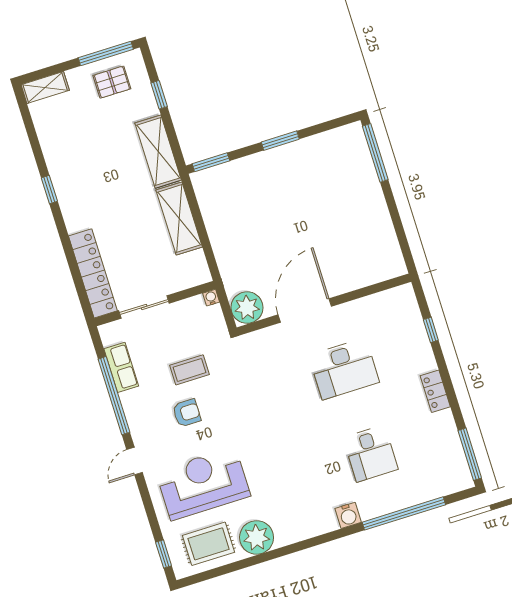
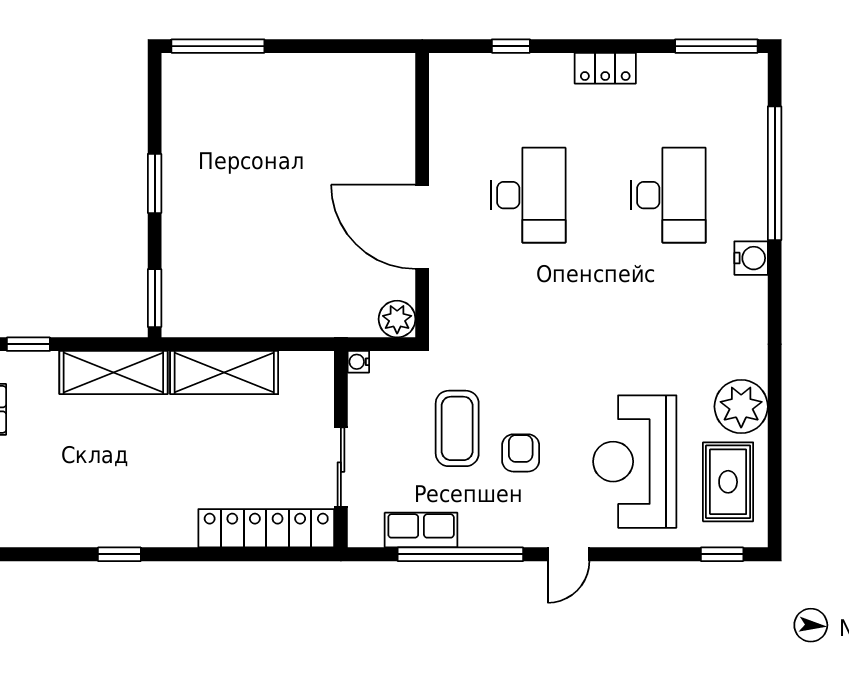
plant: (247, 308) -> (397, 319), width x0.73, depth x0.73
coffee table: (189, 370) -> (457, 428), width x1.36, depth x1.30
desk: (371, 453) -> (668, 195), width x1.37
door: (134, 461) -> (568, 554), hinge flipped

